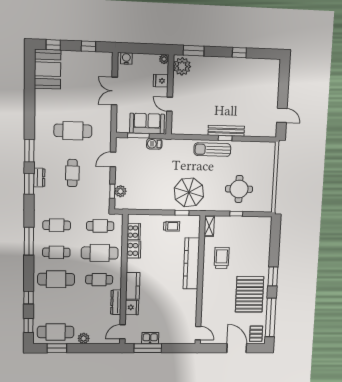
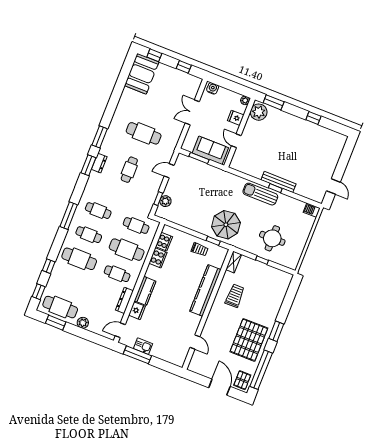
barbecue: (154, 144) -> (312, 210), moved
door: (198, 333) -> (195, 342), moved

